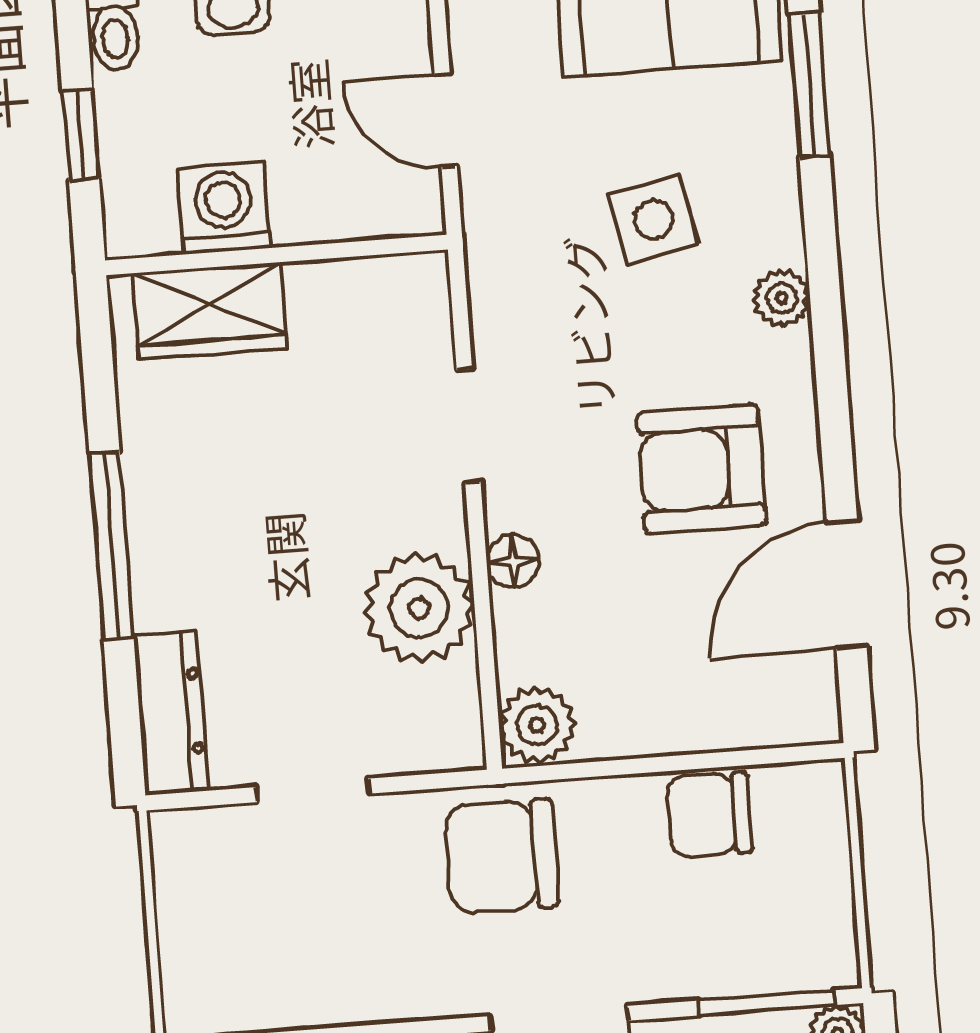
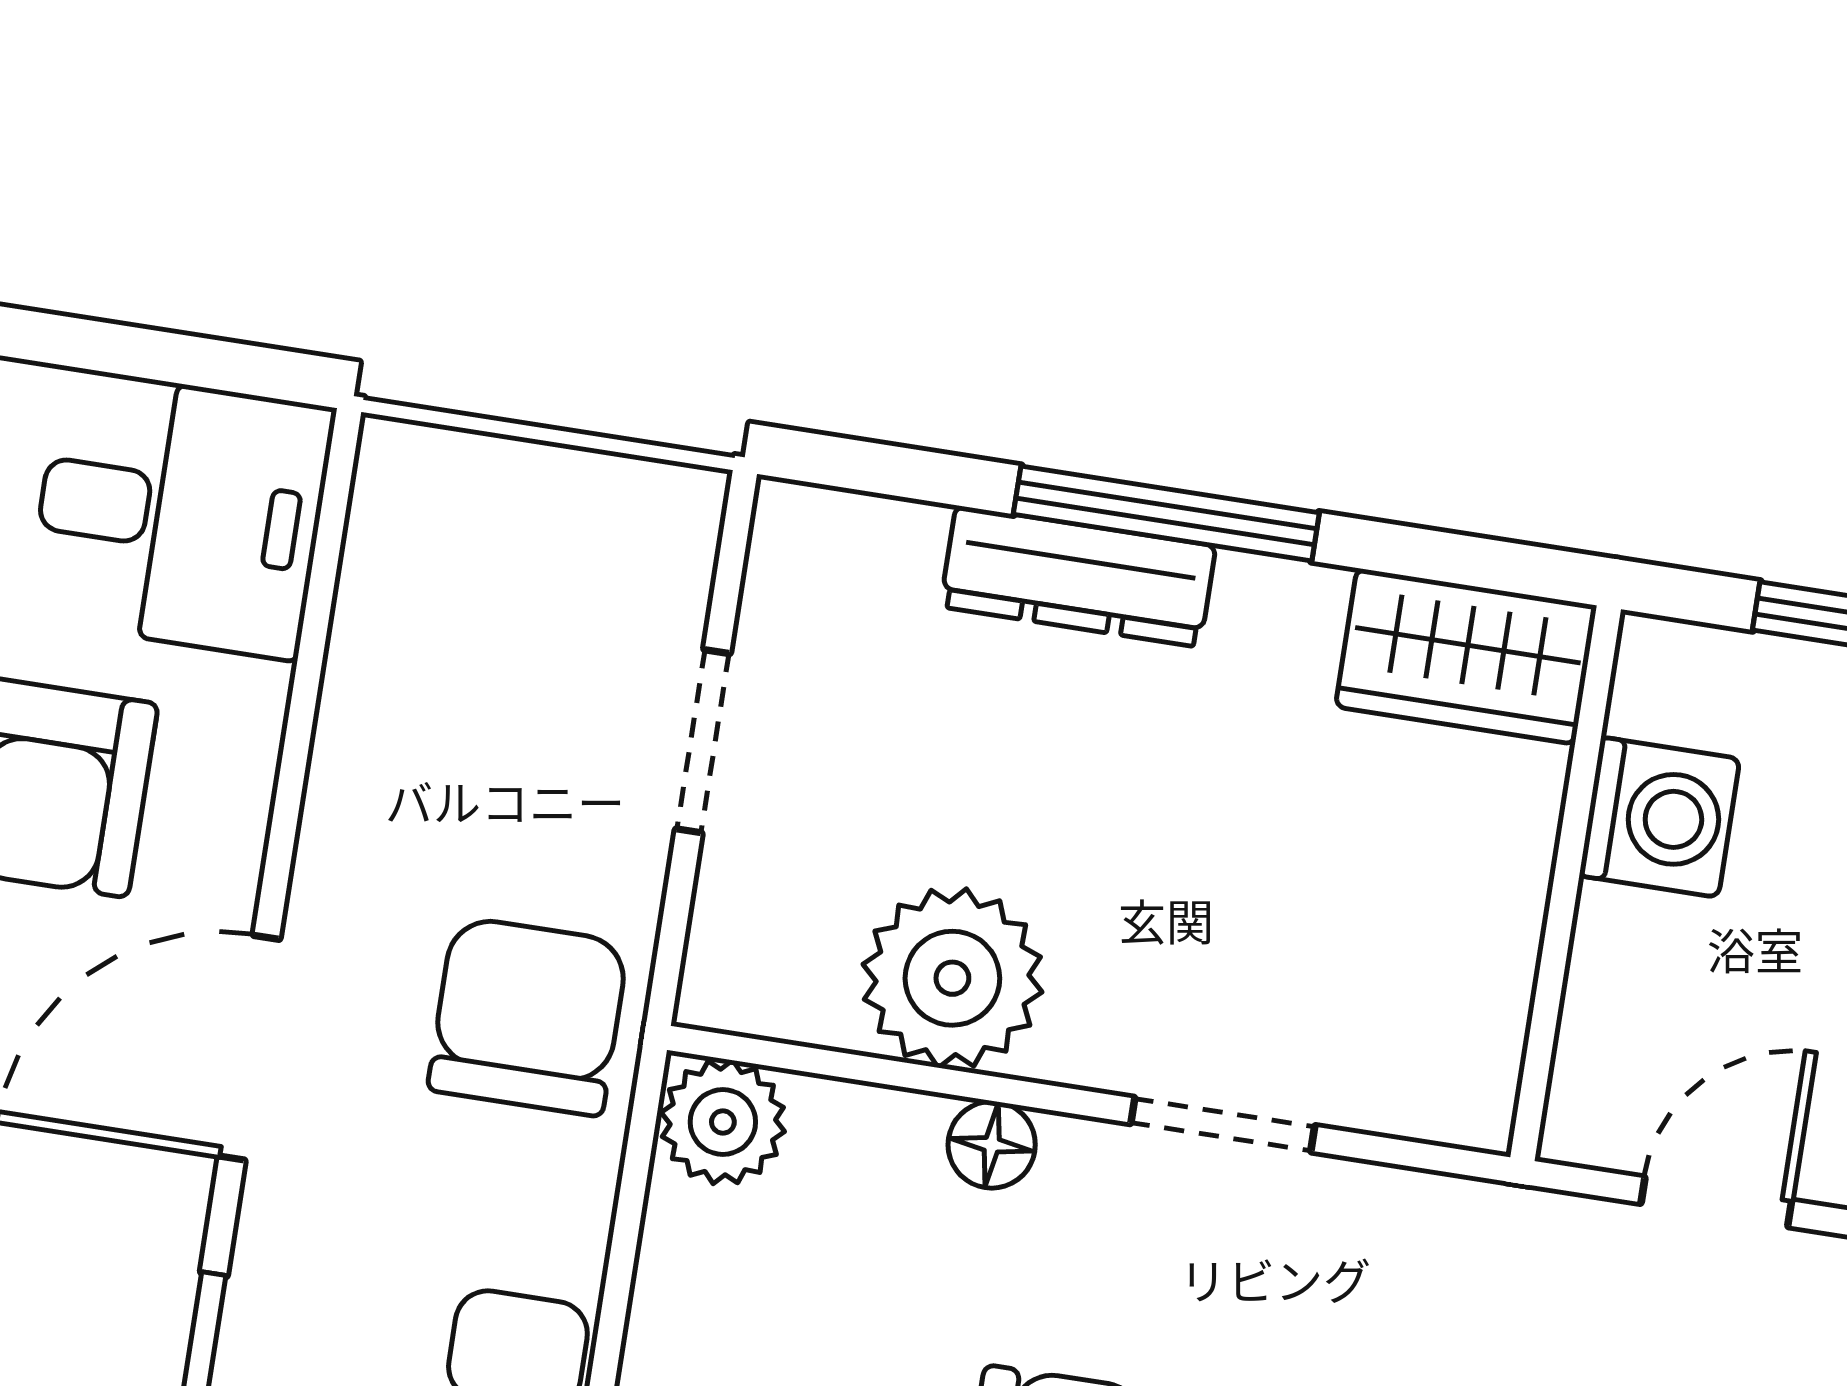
wardrobe: (210, 311) -> (1466, 656), moved, turned -90
dresser: (171, 713) -> (1078, 576), moved

